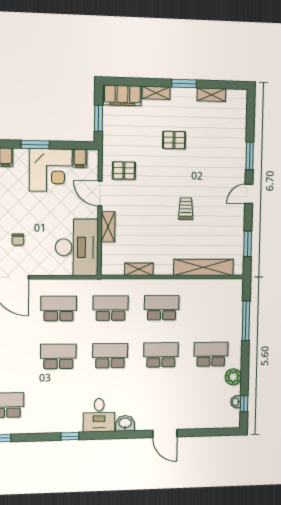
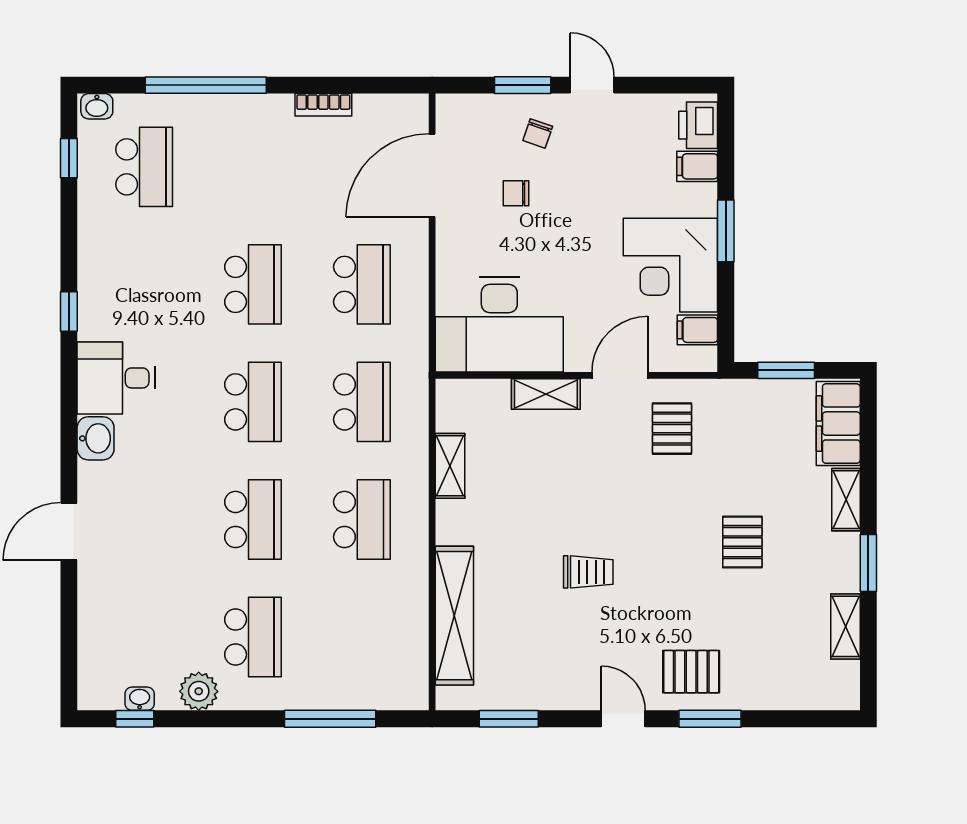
pallet: (229, 164) -> (691, 672), added

